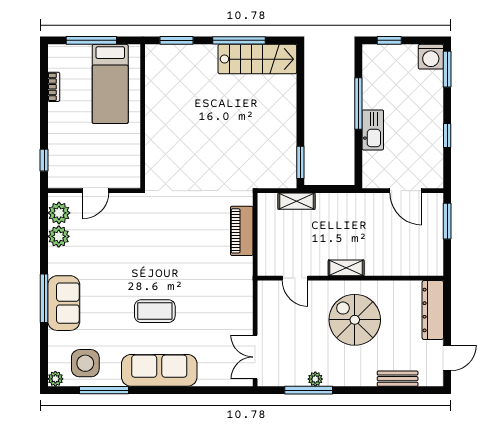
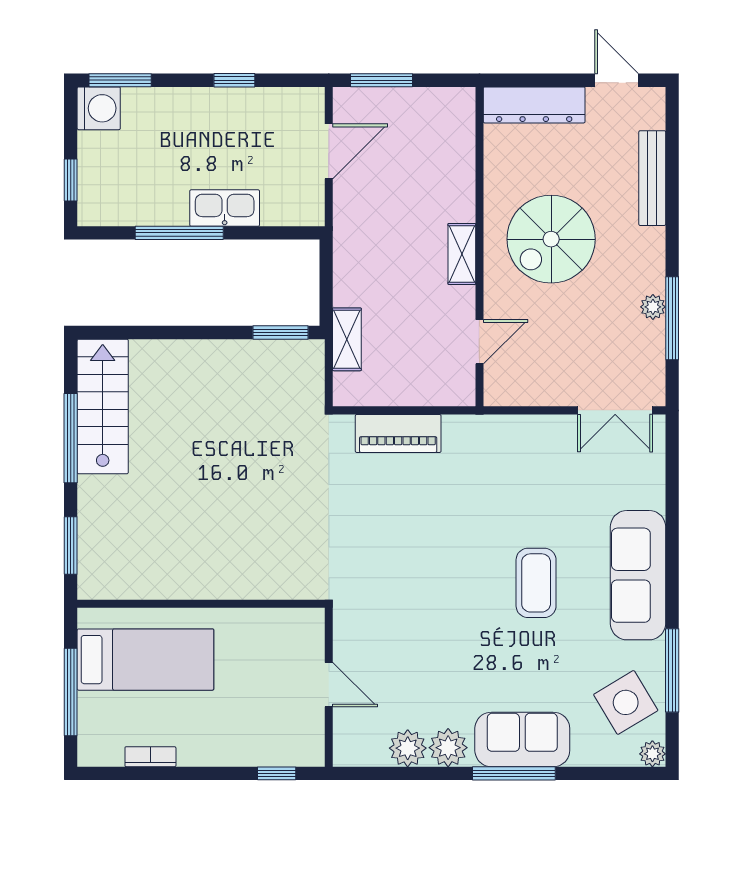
plant: (59, 213) -> (448, 748), moved
side table: (85, 363) -> (626, 702), turned -31
bench: (398, 379) -> (652, 178), width x1.36

